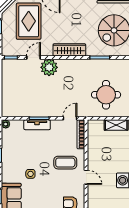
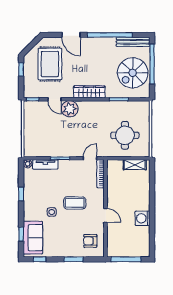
door: (33, 58) -> (55, 99), swing flipped
tv unit: (37, 125) -> (45, 164), moved
coffee table: (65, 163) -> (75, 203), moved

